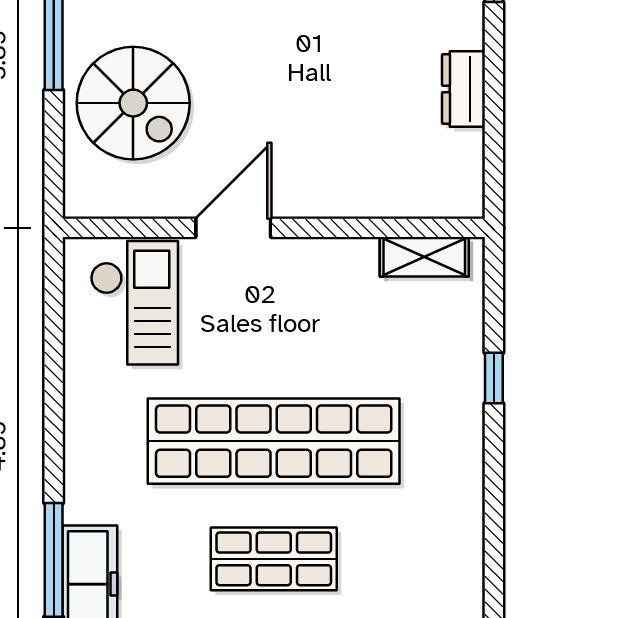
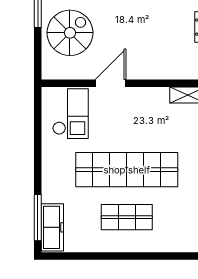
spiral stairs: (133, 103) -> (70, 33), turned -90

